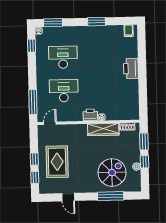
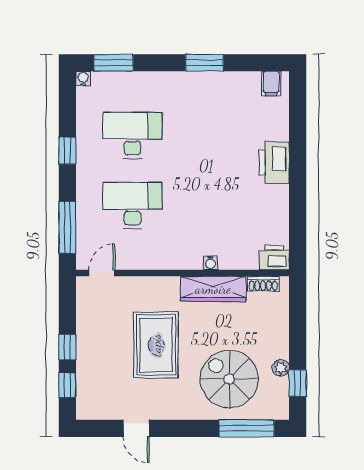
window: (32, 46) -> (67, 151), moved
printer: (90, 115) -> (274, 257), moved
window: (144, 141) -> (298, 316), removed
rug: (57, 162) -> (156, 345), moved
window: (144, 162) -> (298, 383), moved
spiral stairs: (112, 173) -> (229, 379), turned -90
window: (111, 196) -> (247, 428), moved

